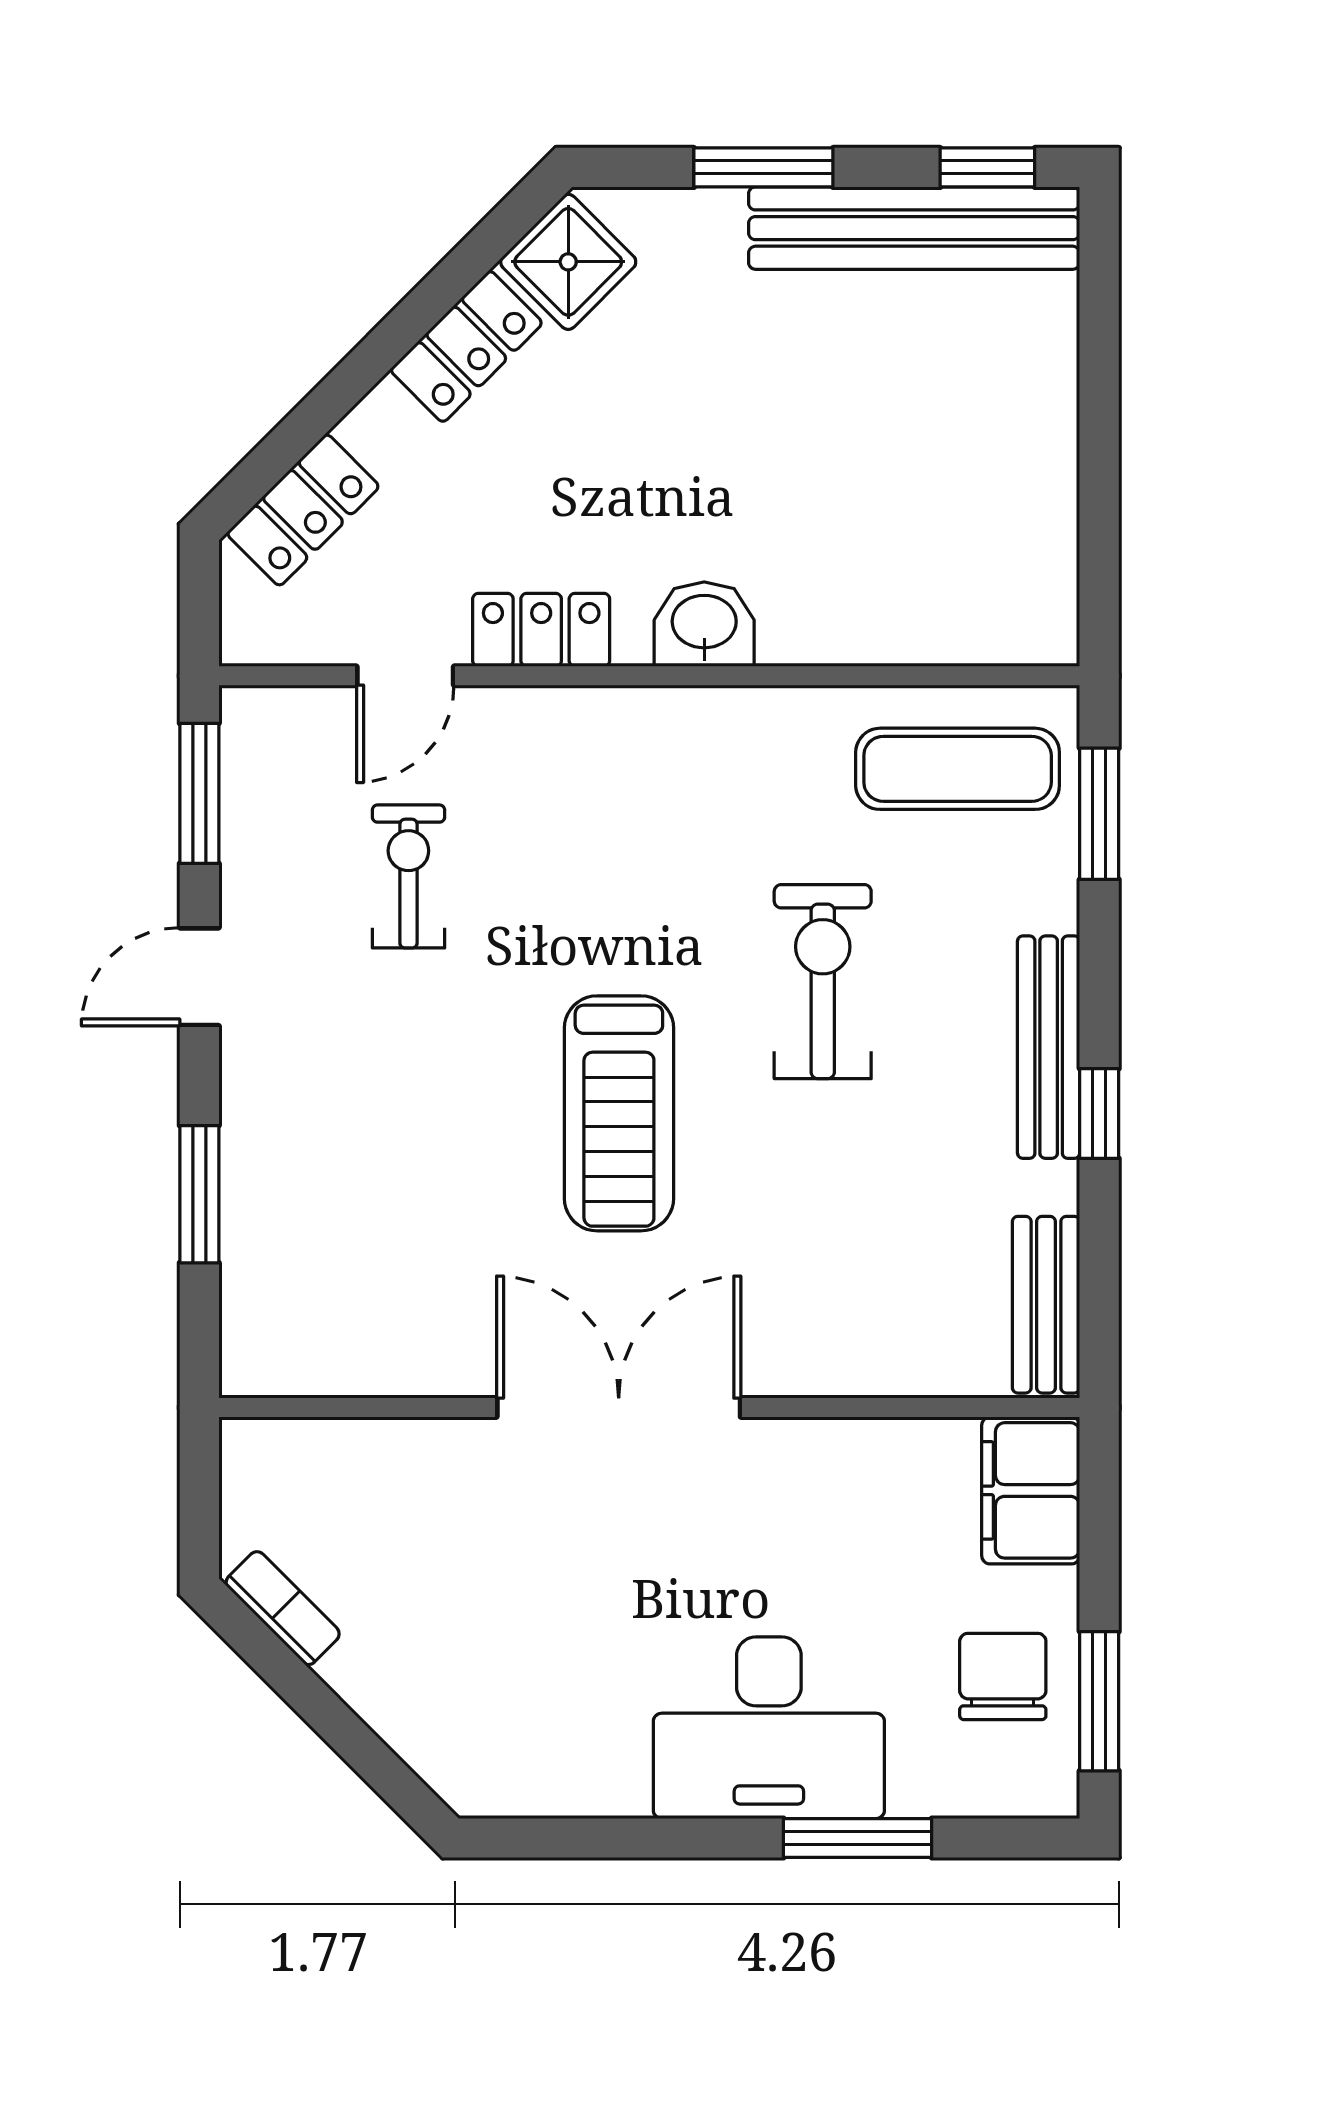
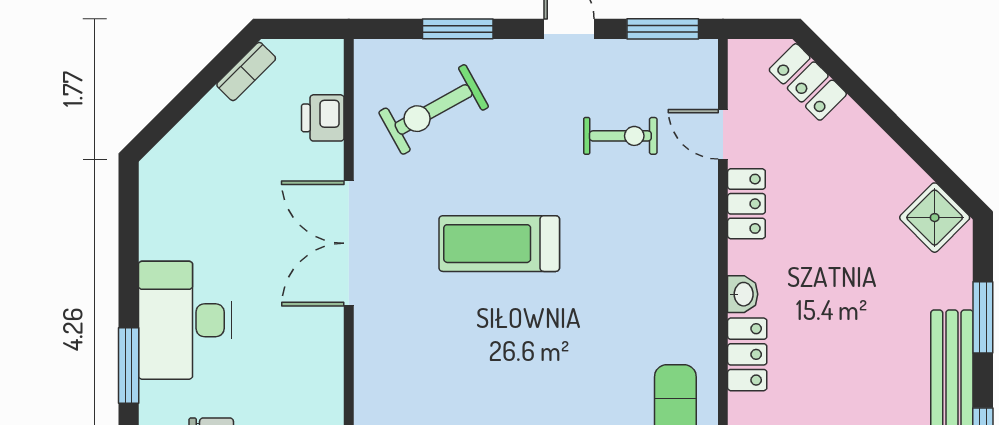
locker: (466, 346) -> (747, 354), moved, turned -135
washbasin: (704, 624) -> (743, 294), width x0.72, depth x0.69
exercise bike: (823, 982) -> (434, 109), moved, turned 151
double door: (619, 1408) -> (349, 243), swing flipped
printer: (373, 1458) -> (323, 118), added

